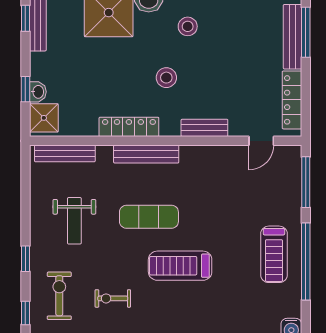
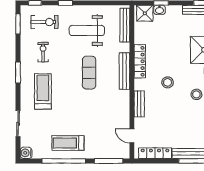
weight bench: (74, 221) -> (87, 30), width x1.36, depth x1.33
treadmill: (180, 266) -> (43, 91), moved

